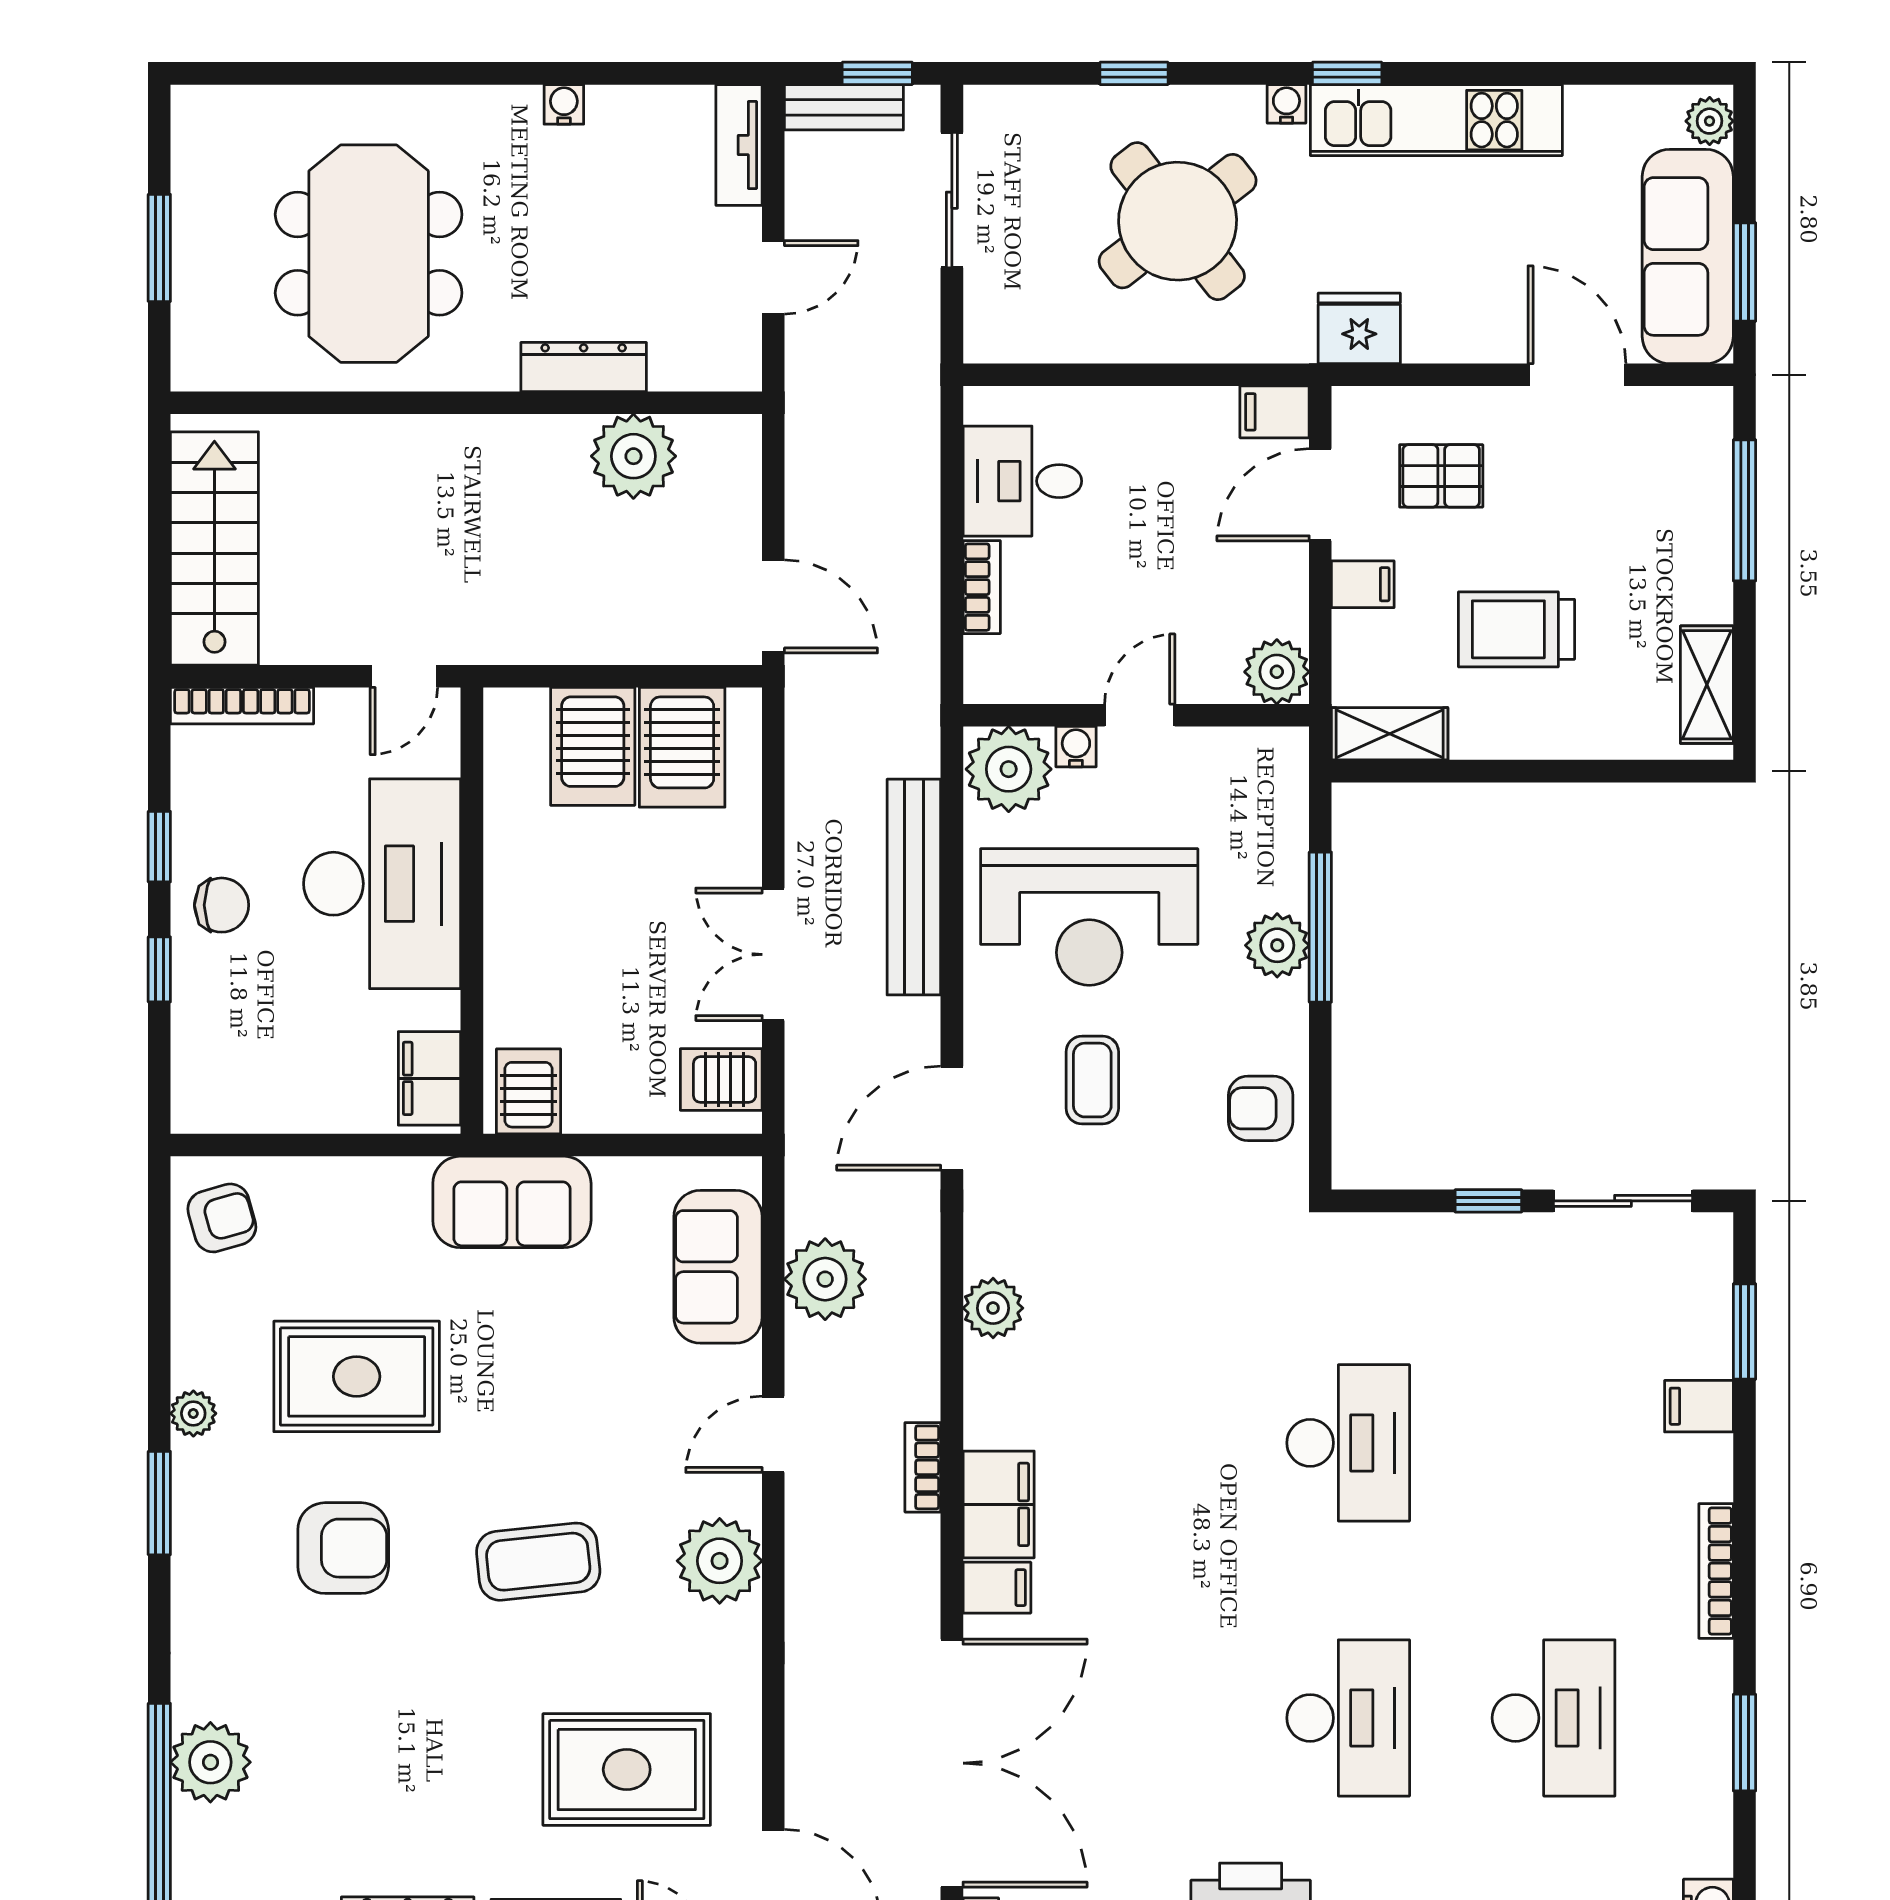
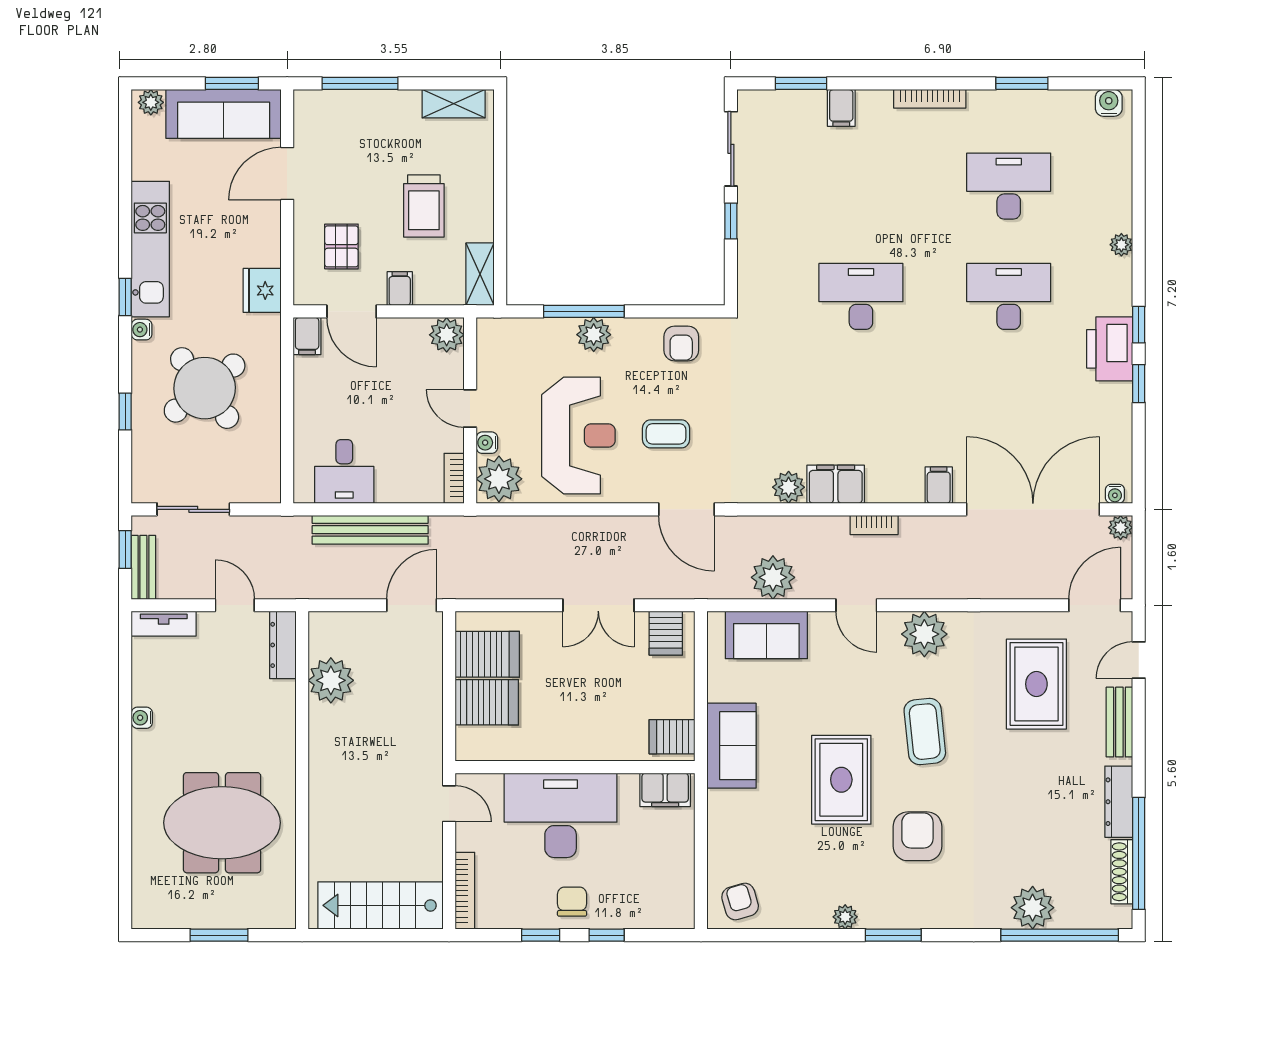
dresser: (584, 367) -> (283, 645), moved
bookcase: (982, 587) -> (454, 478), moved, turned -90
bench: (914, 887) -> (370, 530), moved
rug: (357, 1376) -> (841, 780), moved
filing cabinet: (999, 1504) -> (836, 484), moved

